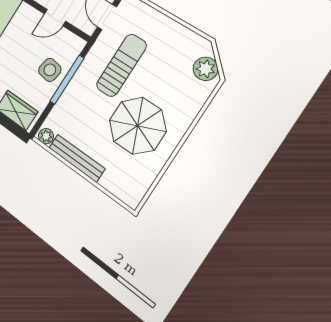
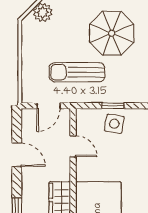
window: (67, 80) -> (113, 106), width x0.46

